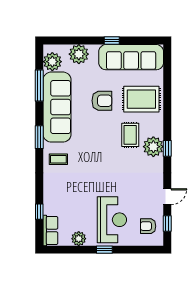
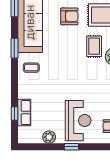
row of seats: (50, 230) -> (24, 113), moved

